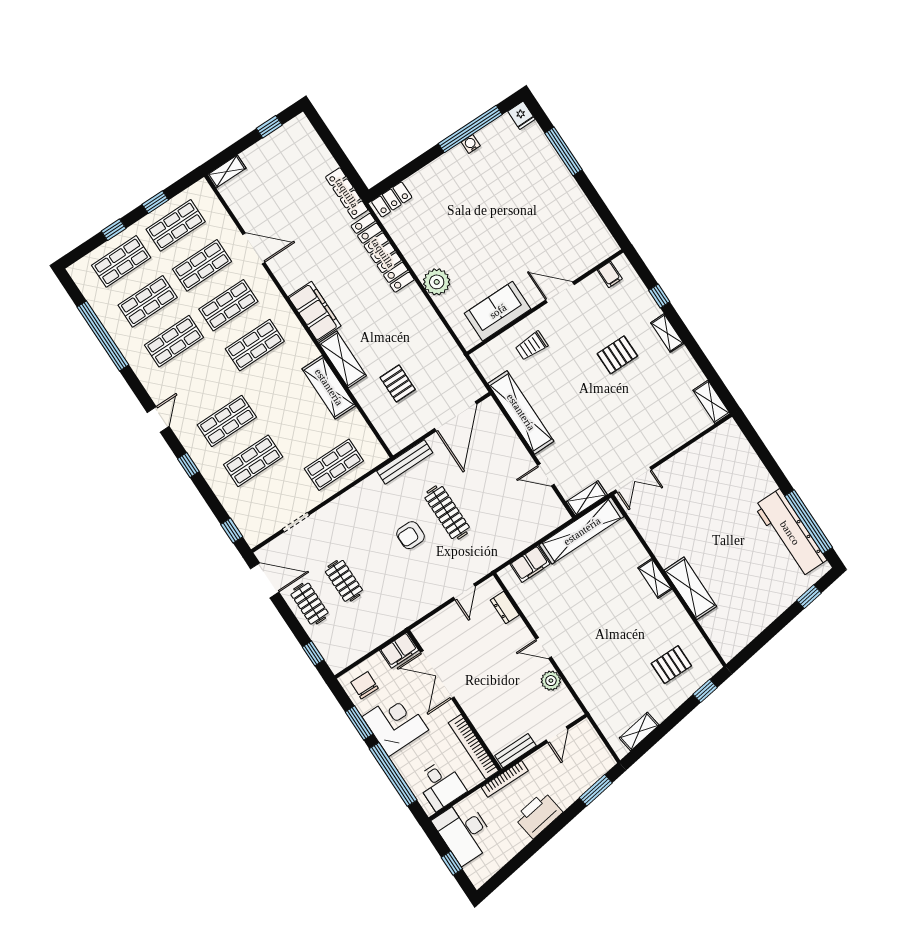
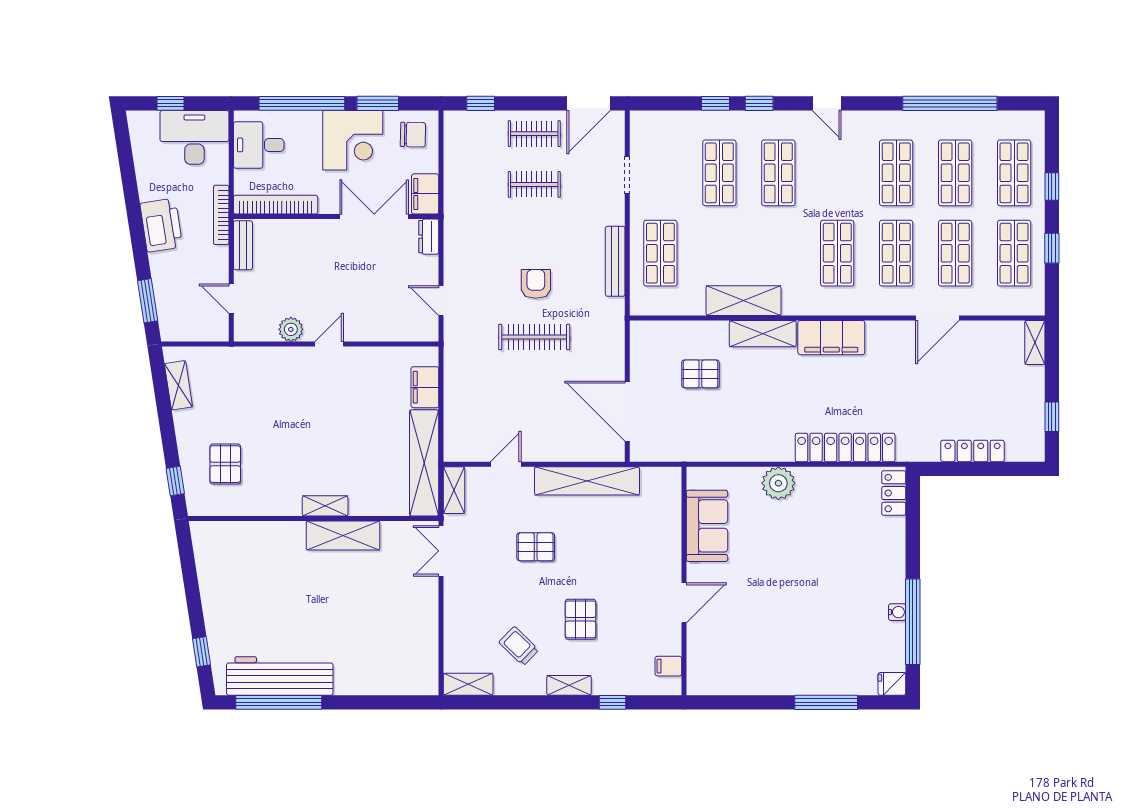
locker: (347, 193) -> (973, 451), moved
trolley: (532, 346) -> (519, 646), moved, turned -46
pallet: (588, 418) -> (536, 547), added
bench: (405, 462) -> (615, 261), moved
window: (232, 531) -> (716, 103), moved
shelving: (690, 588) -> (343, 535), moved
dresser: (505, 607) -> (429, 237), moved, turned -90

